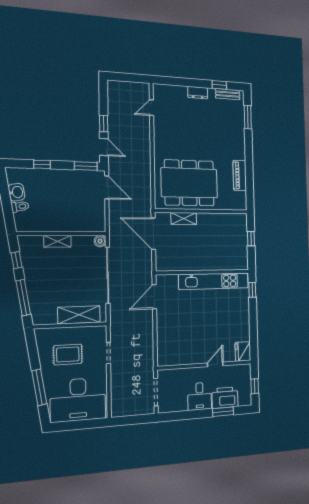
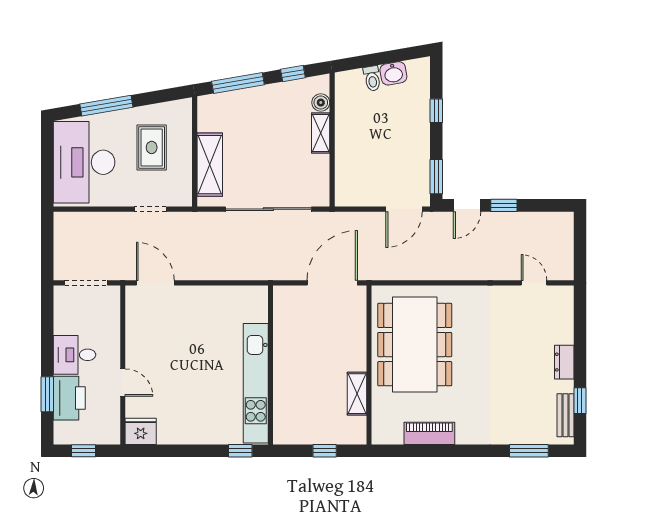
shelving: (184, 218) -> (357, 394), moved
boiler: (100, 241) -> (321, 103), moved
door: (154, 297) -> (155, 283), moved

